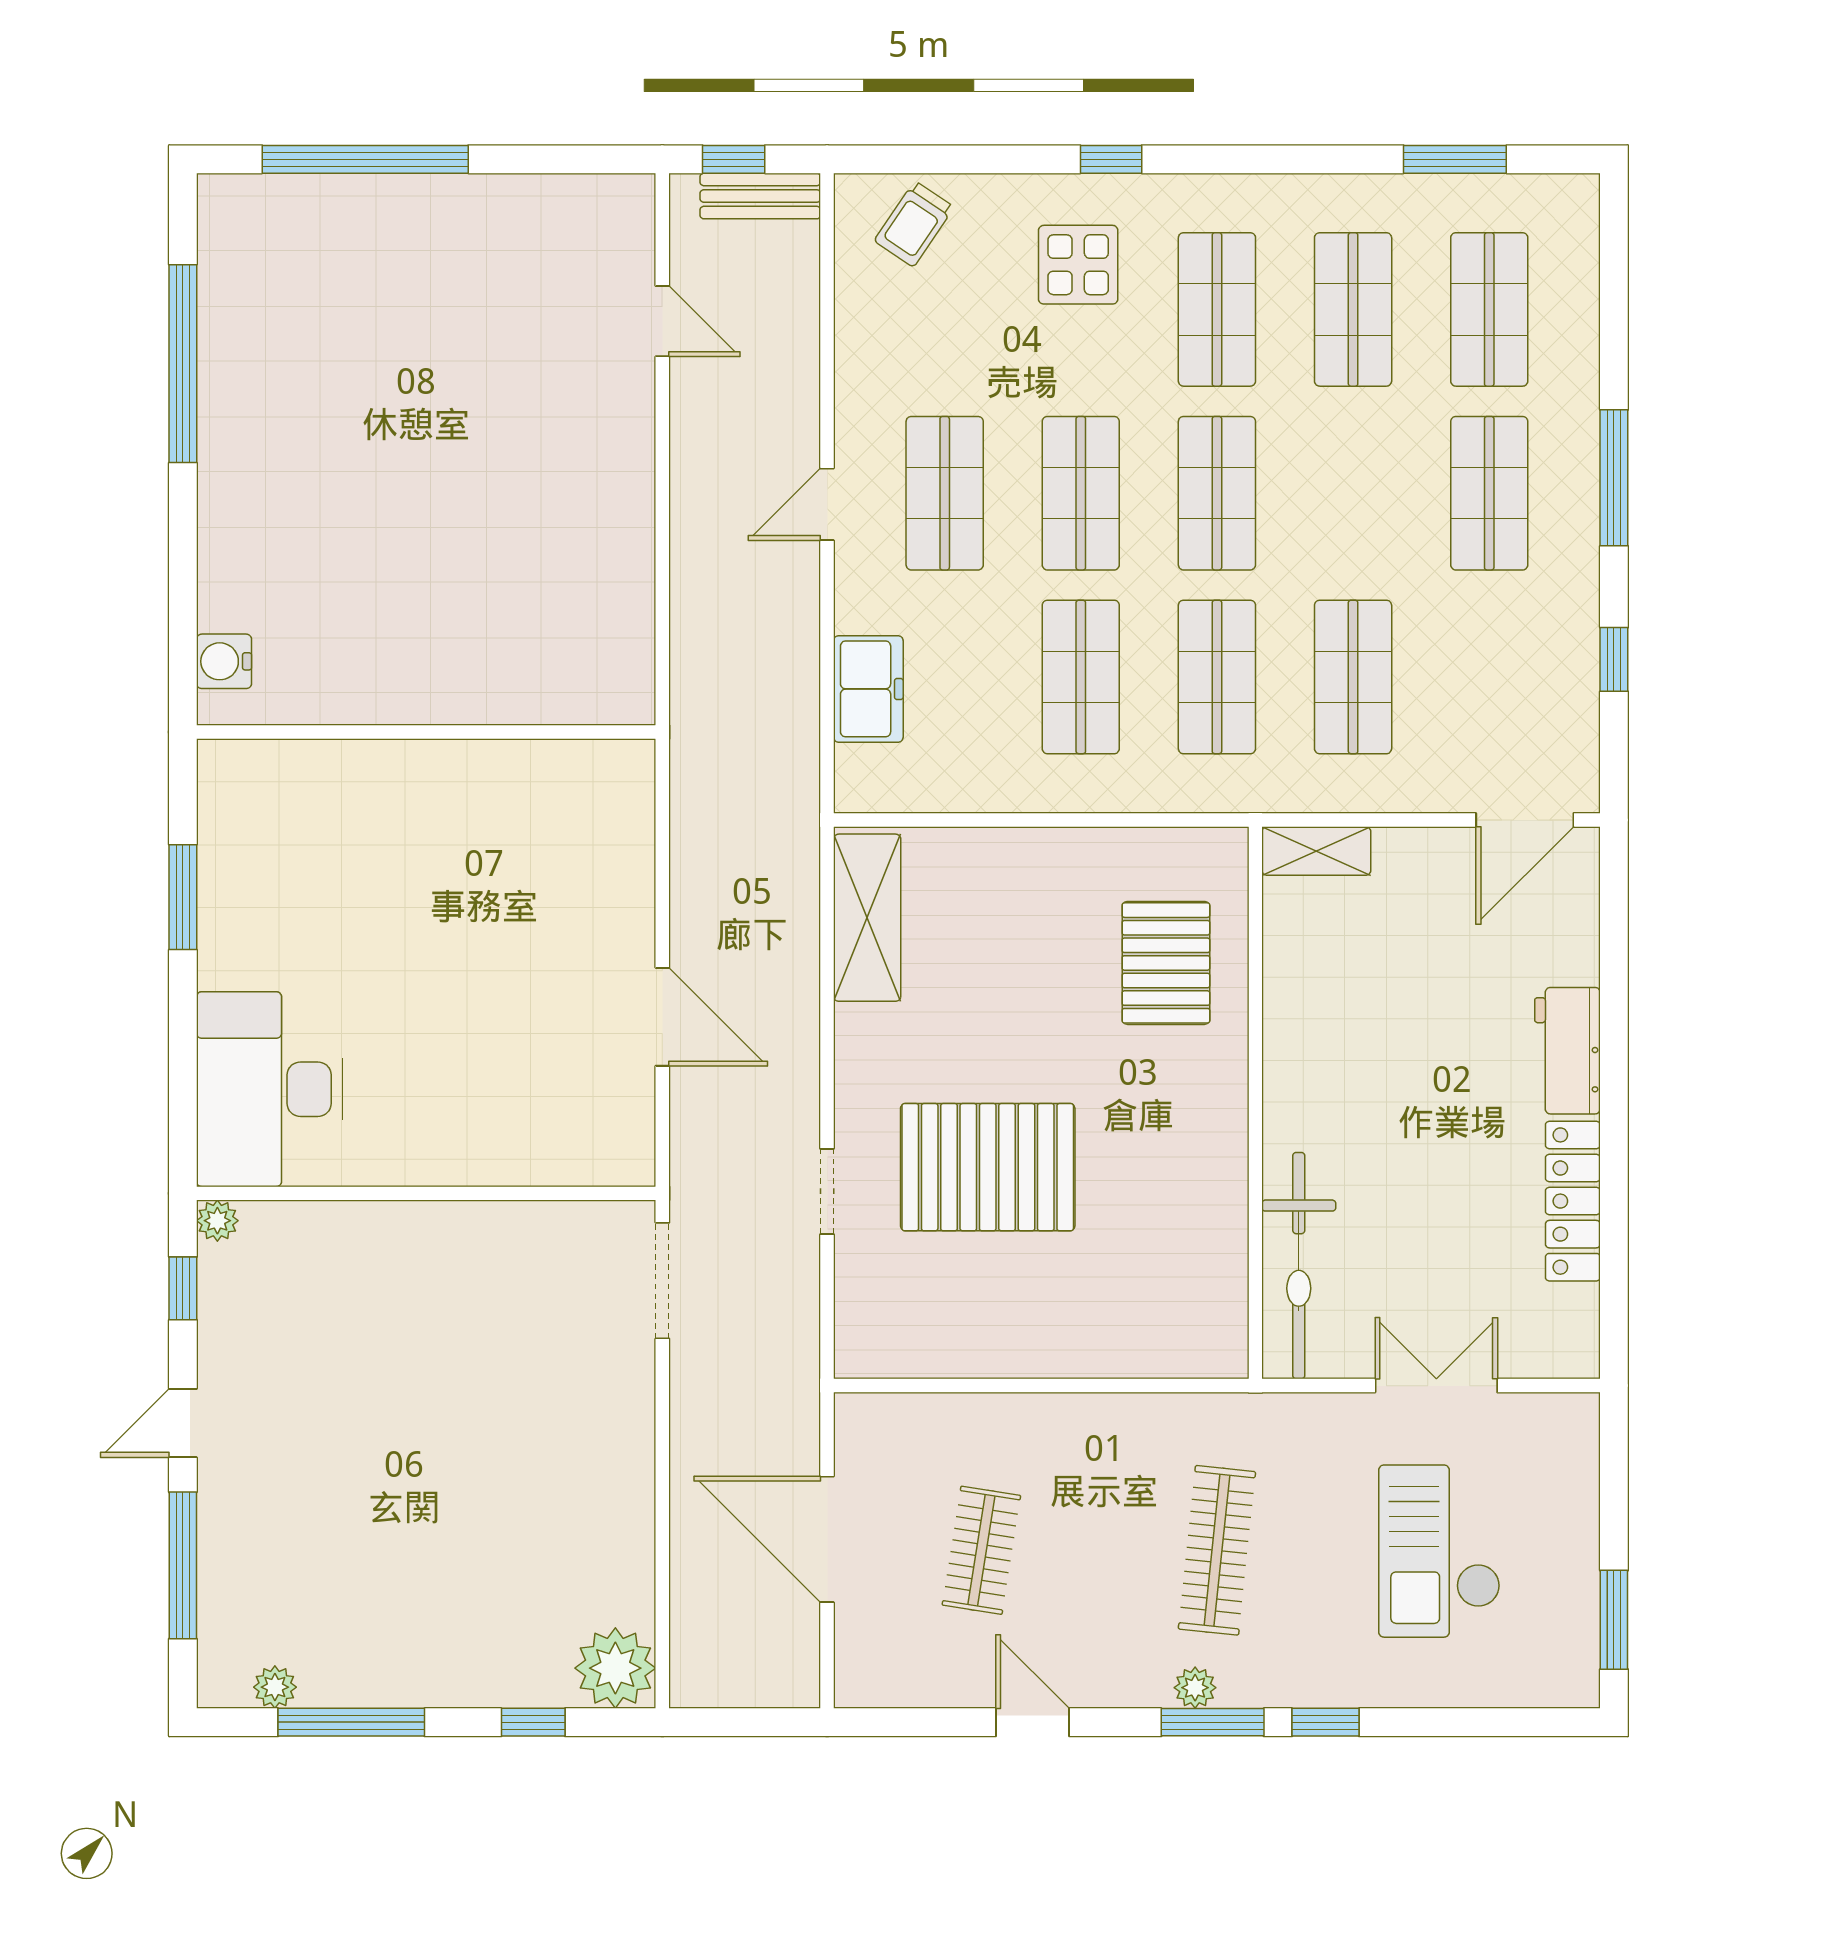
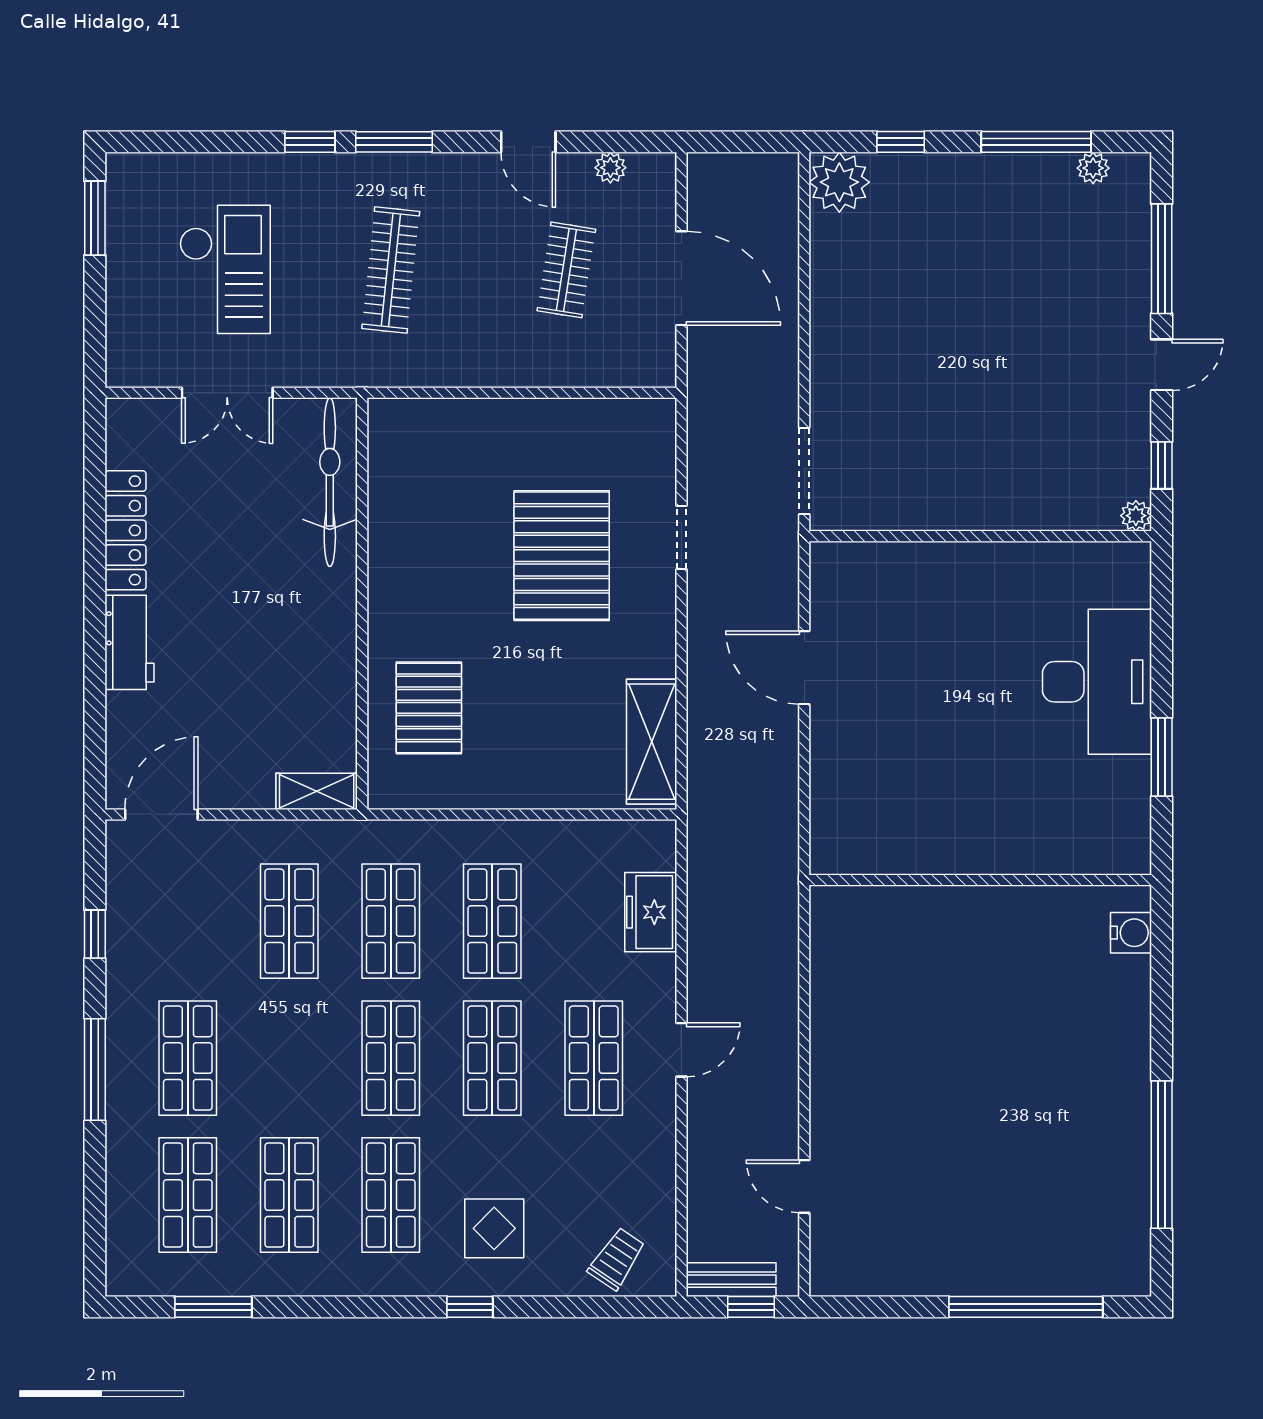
desk: (270, 1089) -> (1097, 682), moved
pallet: (988, 1167) -> (562, 556), turned 90
plant: (1195, 1688) -> (610, 168), moved

